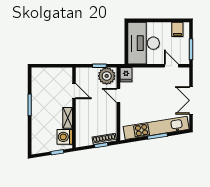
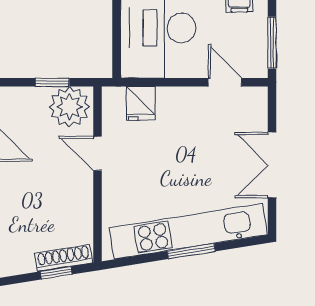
fridge: (126, 75) -> (141, 103), moved

